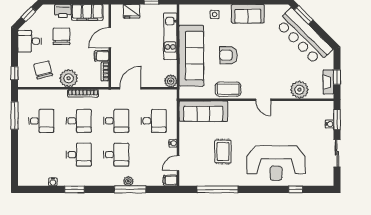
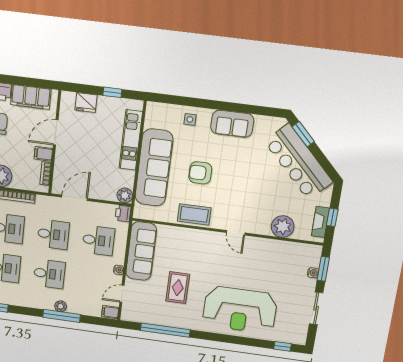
printer: (171, 96) -> (123, 213), added
sofa: (203, 111) -> (141, 251), moved, turned -90
window: (296, 189) -> (282, 346), moved

